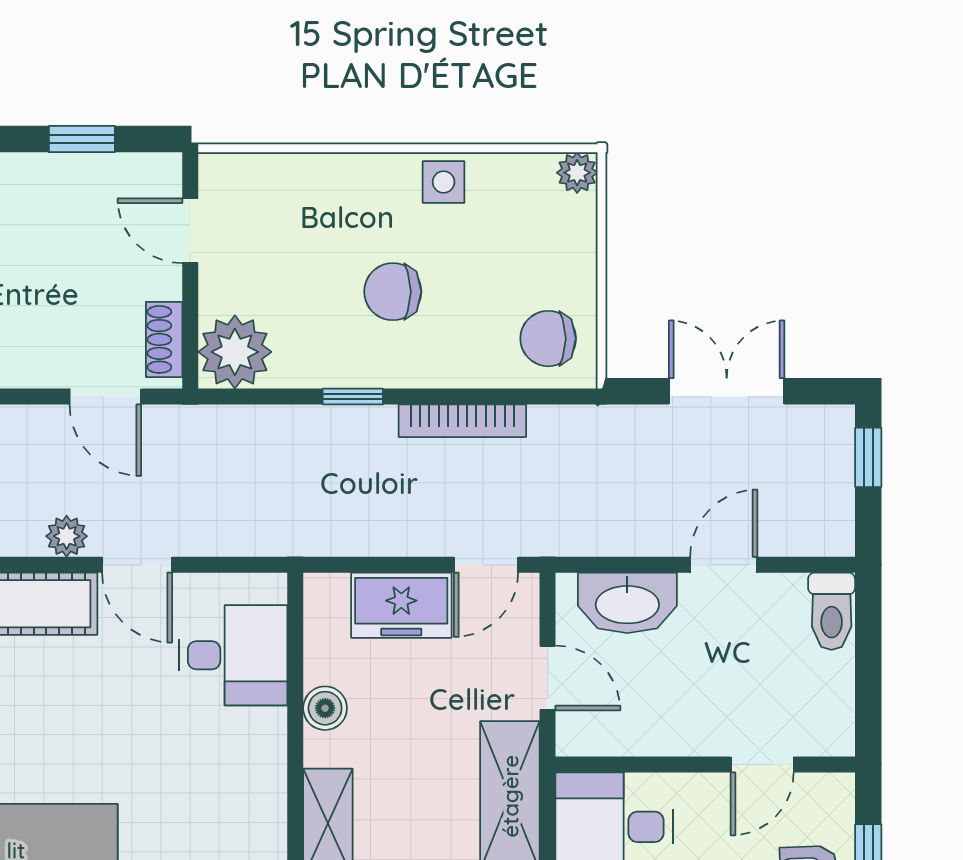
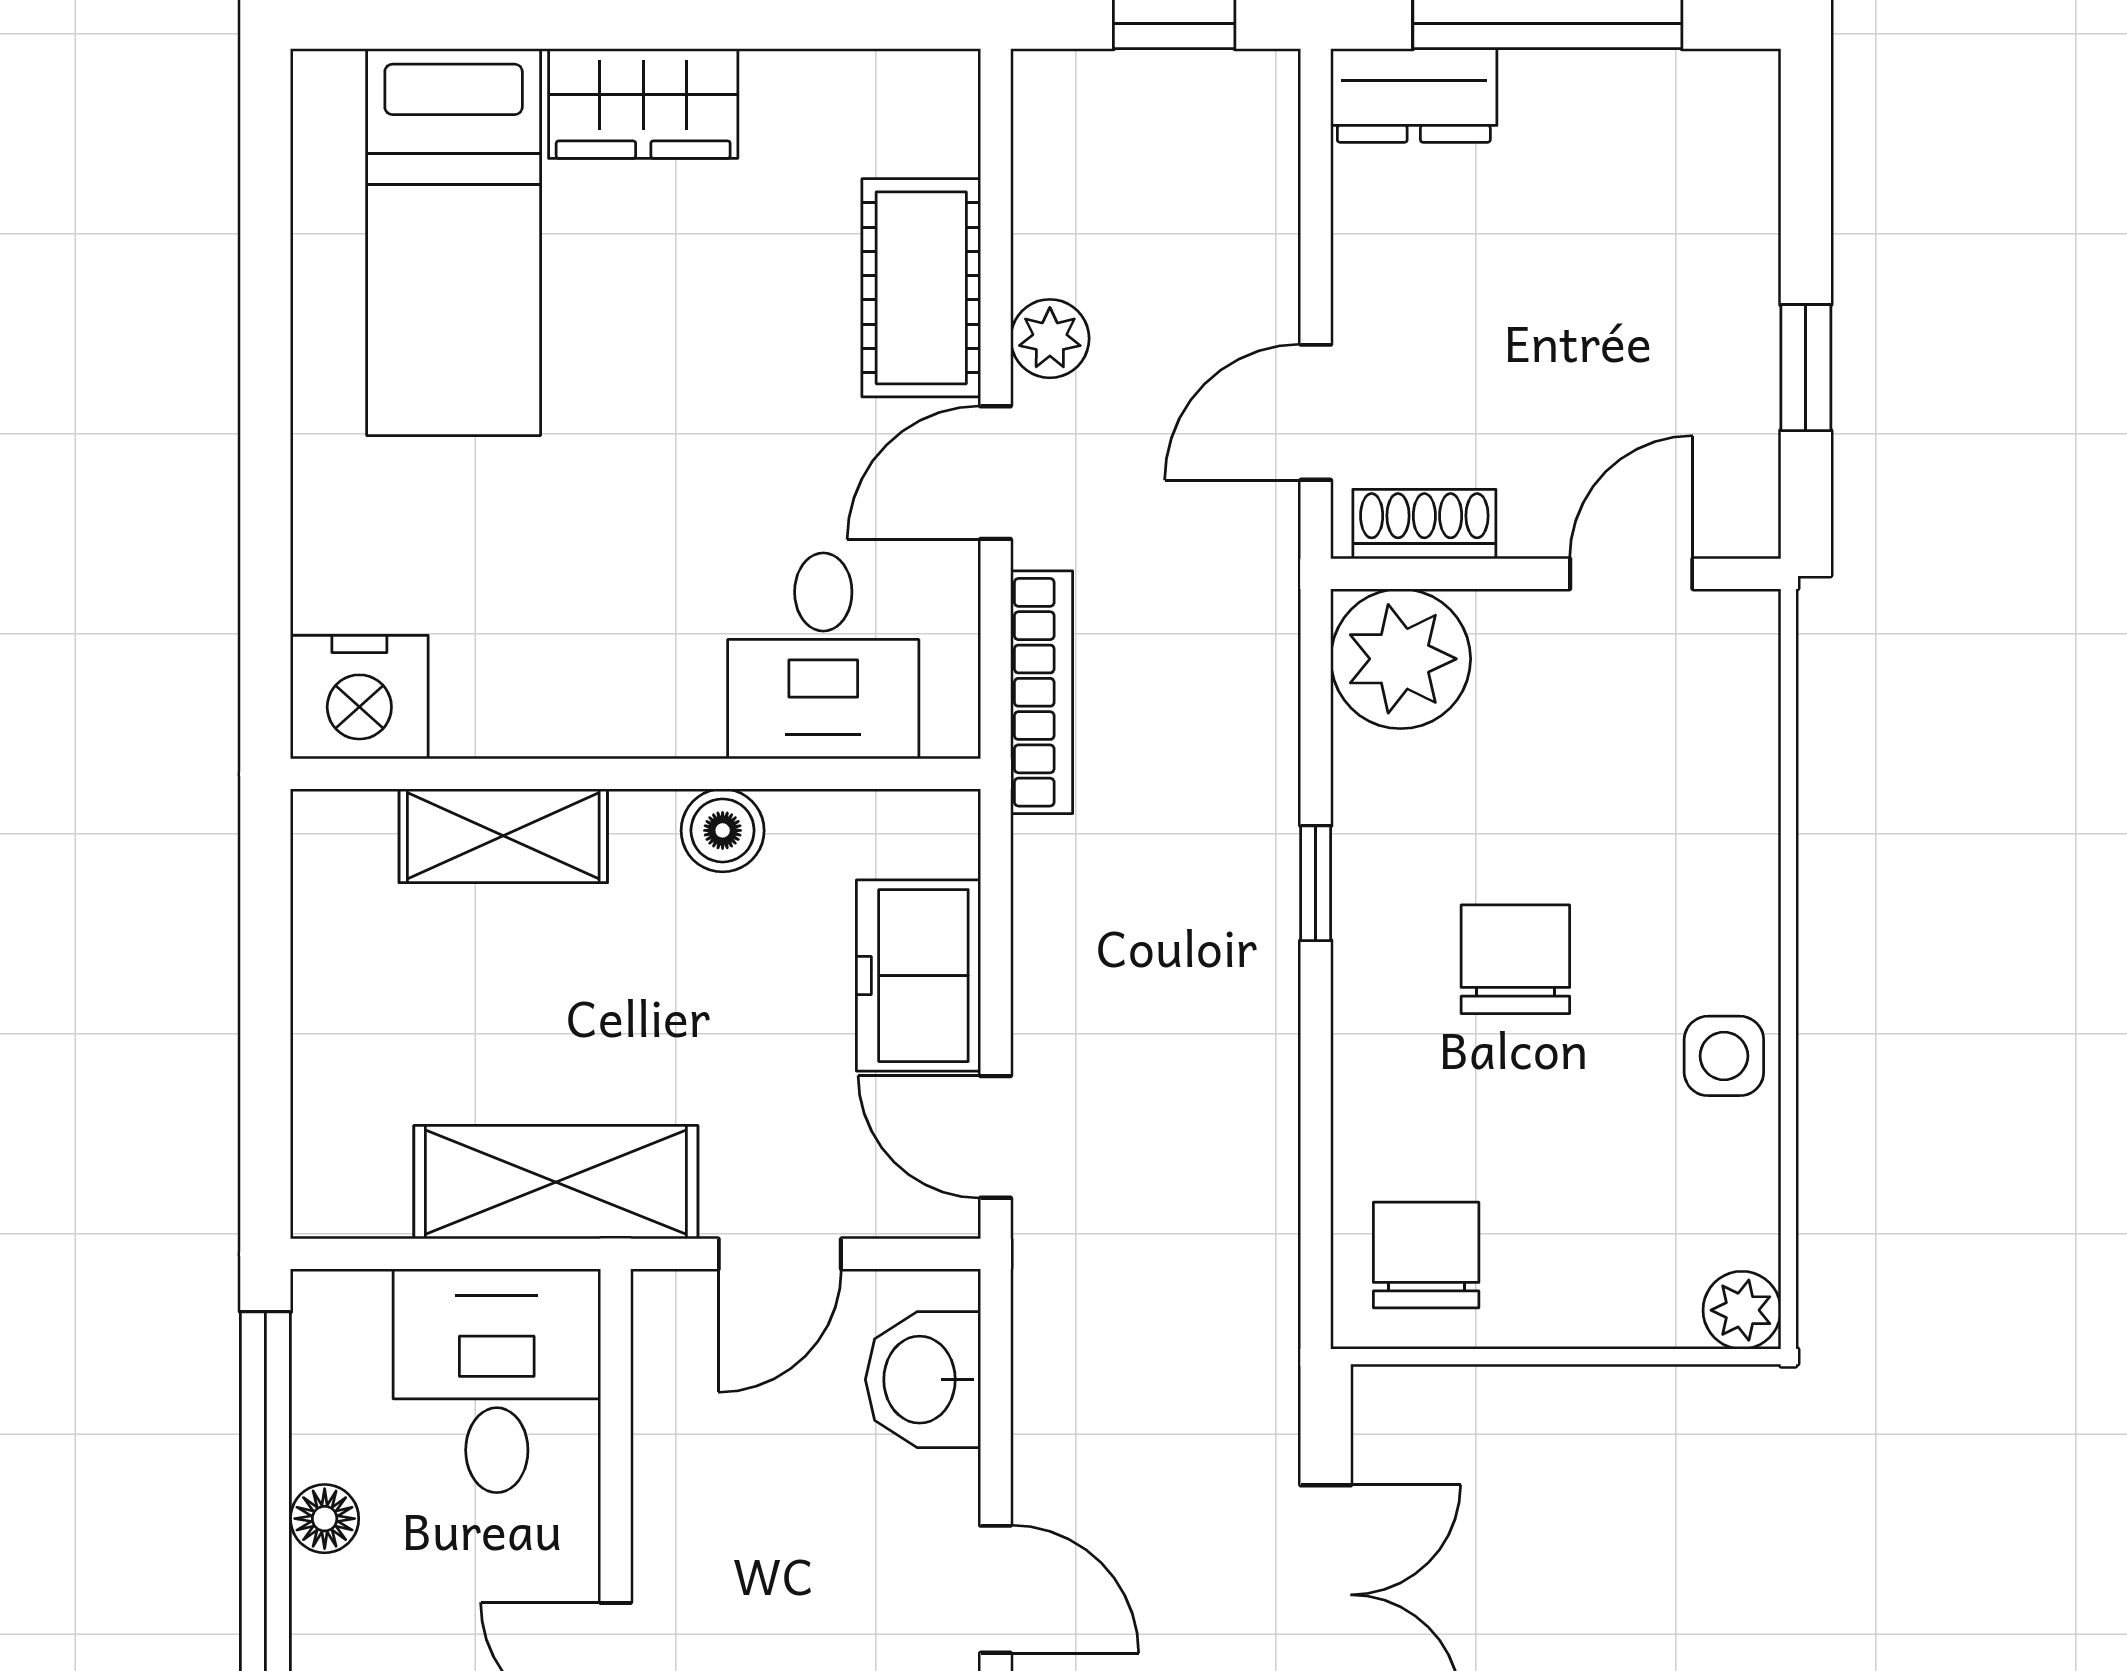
bookcase: (462, 421) -> (1042, 692), moved, turned 180
washbasin: (627, 603) -> (923, 1380), width x0.72

